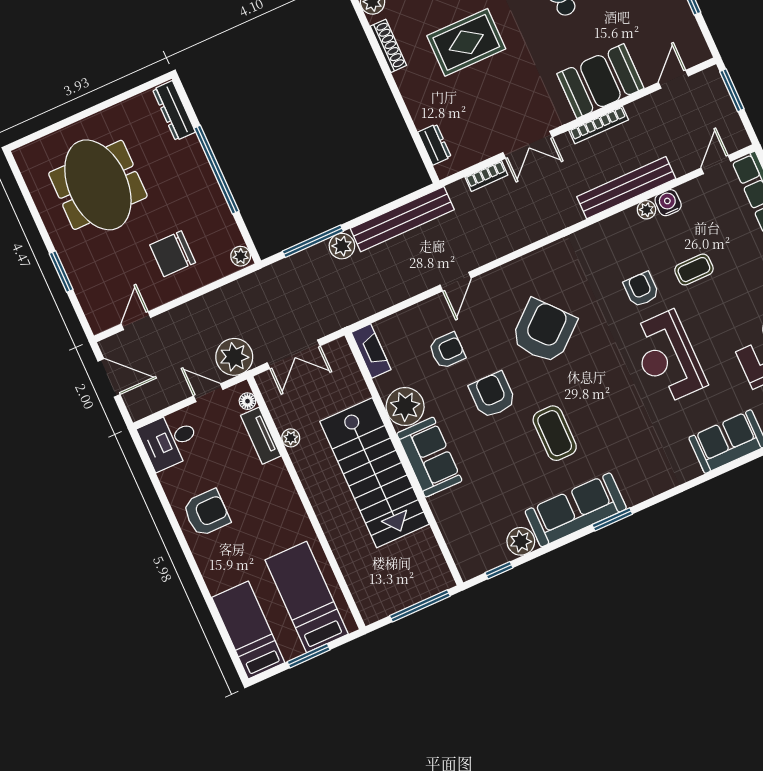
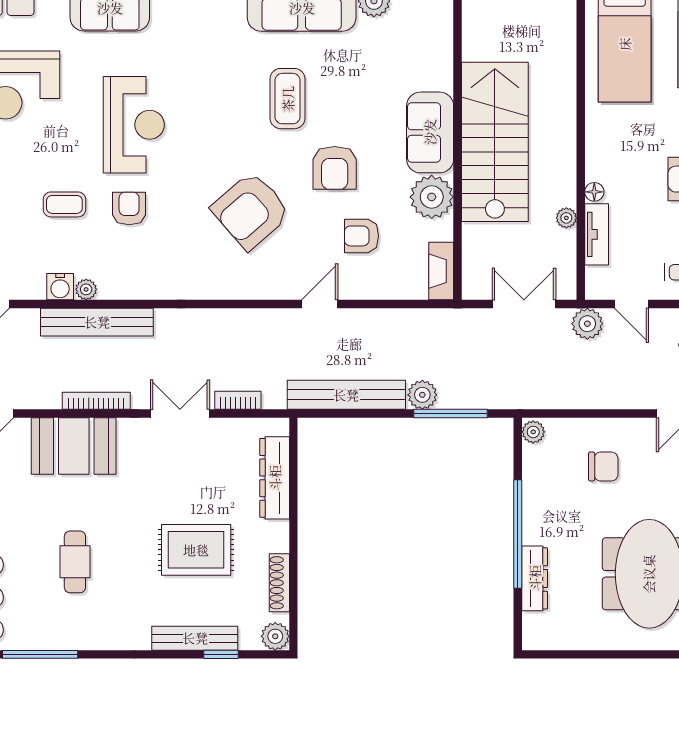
dresser: (174, 111) -> (535, 578), moved
dresser: (435, 144) -> (275, 478), width x1.96, depth x1.24
chair: (173, 254) -> (603, 466), width x0.73, depth x0.73
armchair: (641, 289) -> (129, 208), turned 180
plant: (234, 357) -> (587, 324), width x0.73, depth x0.73
floor lamp: (247, 401) -> (594, 192), moved

